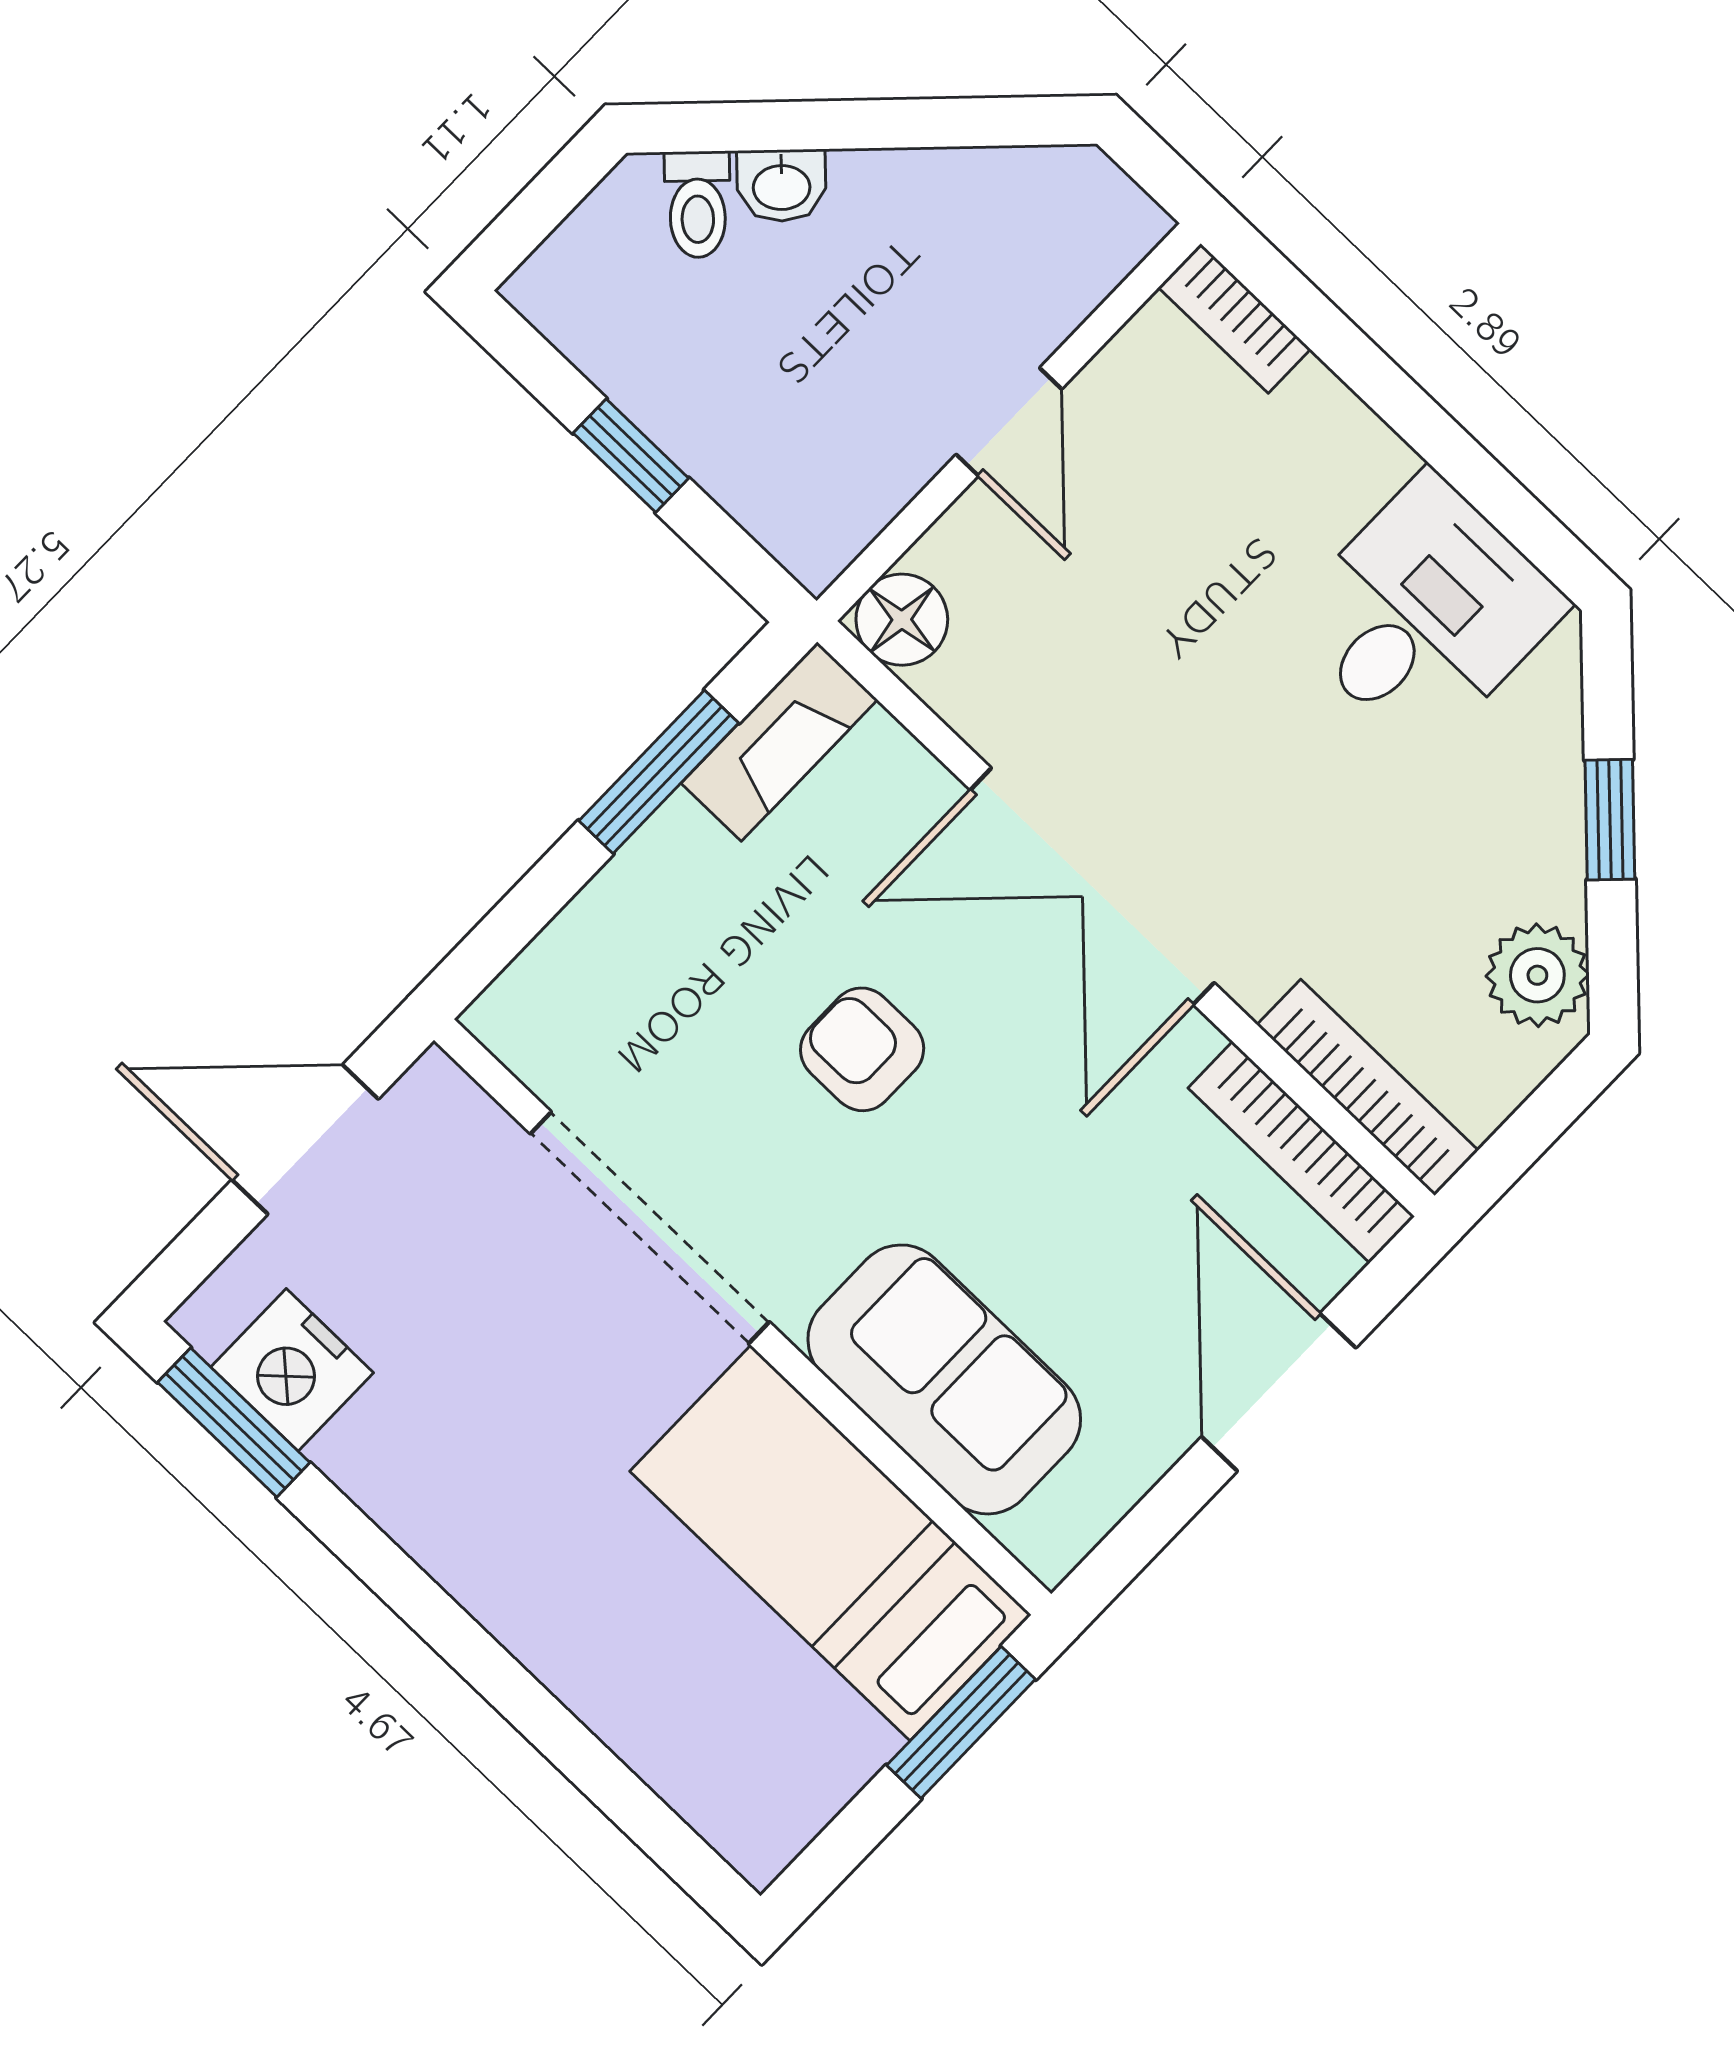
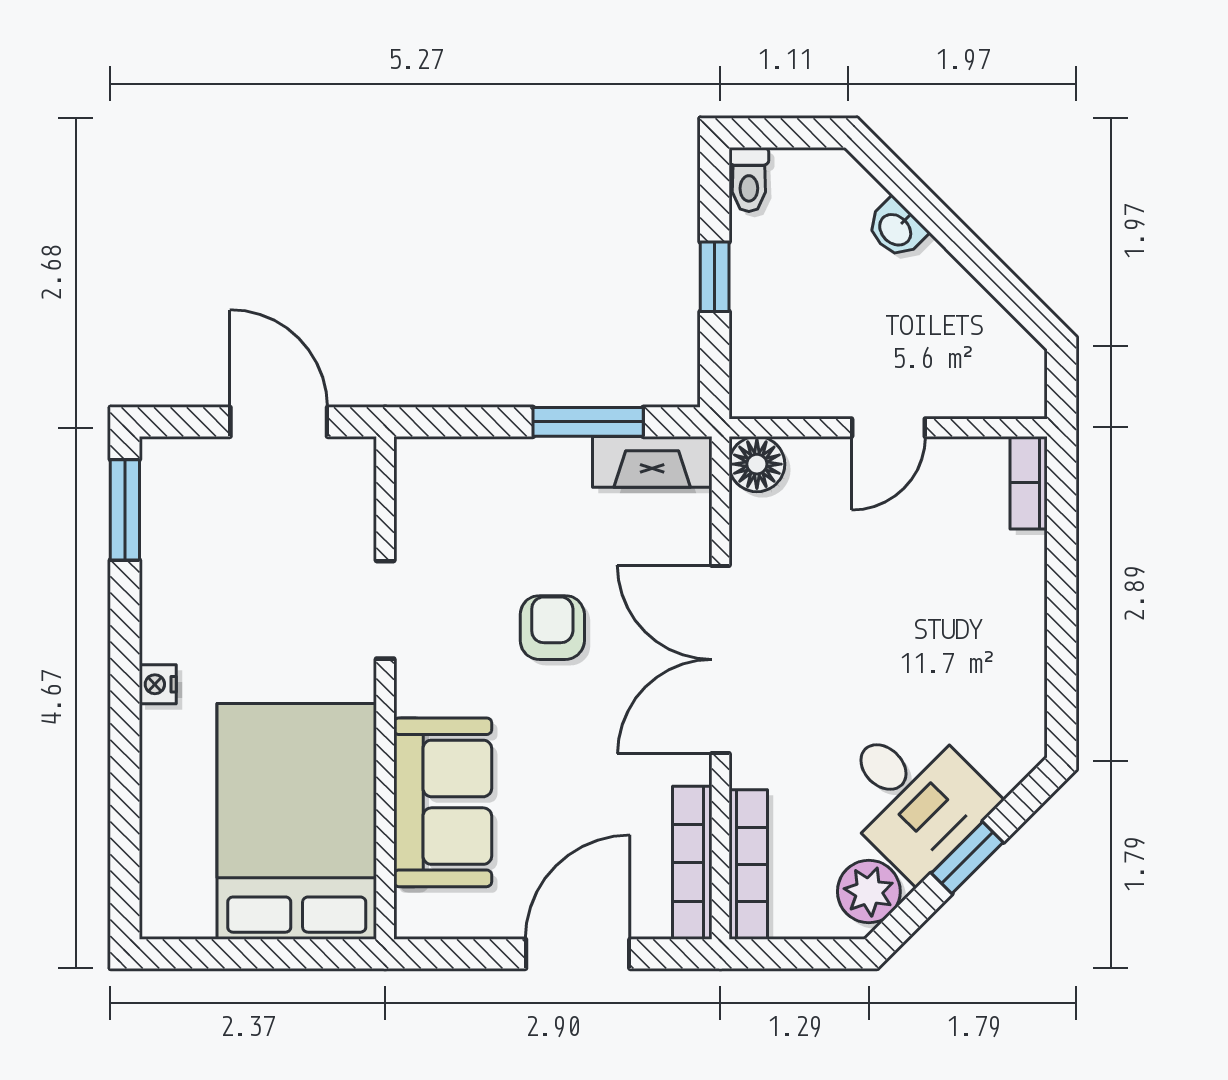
toilet: (698, 204) -> (749, 179), moved, turned -45
desk: (1425, 613) -> (913, 797), moved, turned 45
doorway: (650, 1228) -> (385, 610), width x0.53
nightstand: (292, 1370) -> (158, 684), moved, width x0.53, depth x0.56
bed: (830, 1543) -> (297, 821), width x1.50
window: (961, 1722) -> (300, 954), removed

